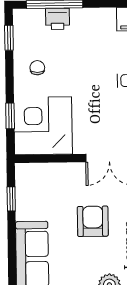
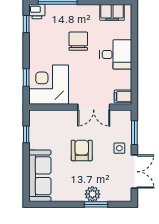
printer: (57, 19) -> (37, 12), moved
chair: (37, 68) -> (78, 41), moved, width x1.87, depth x1.87

